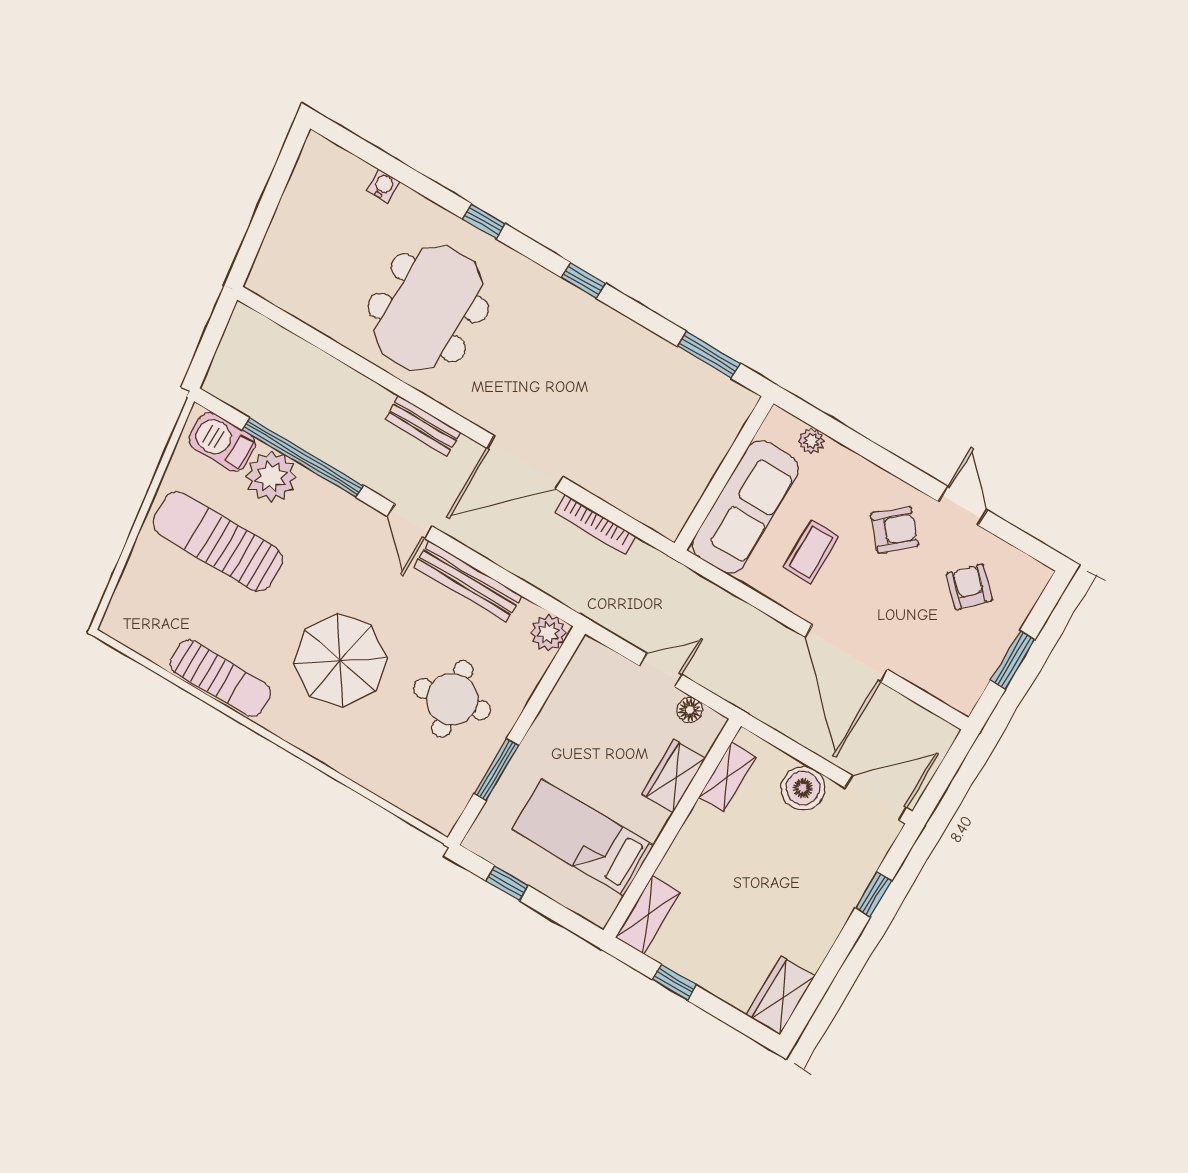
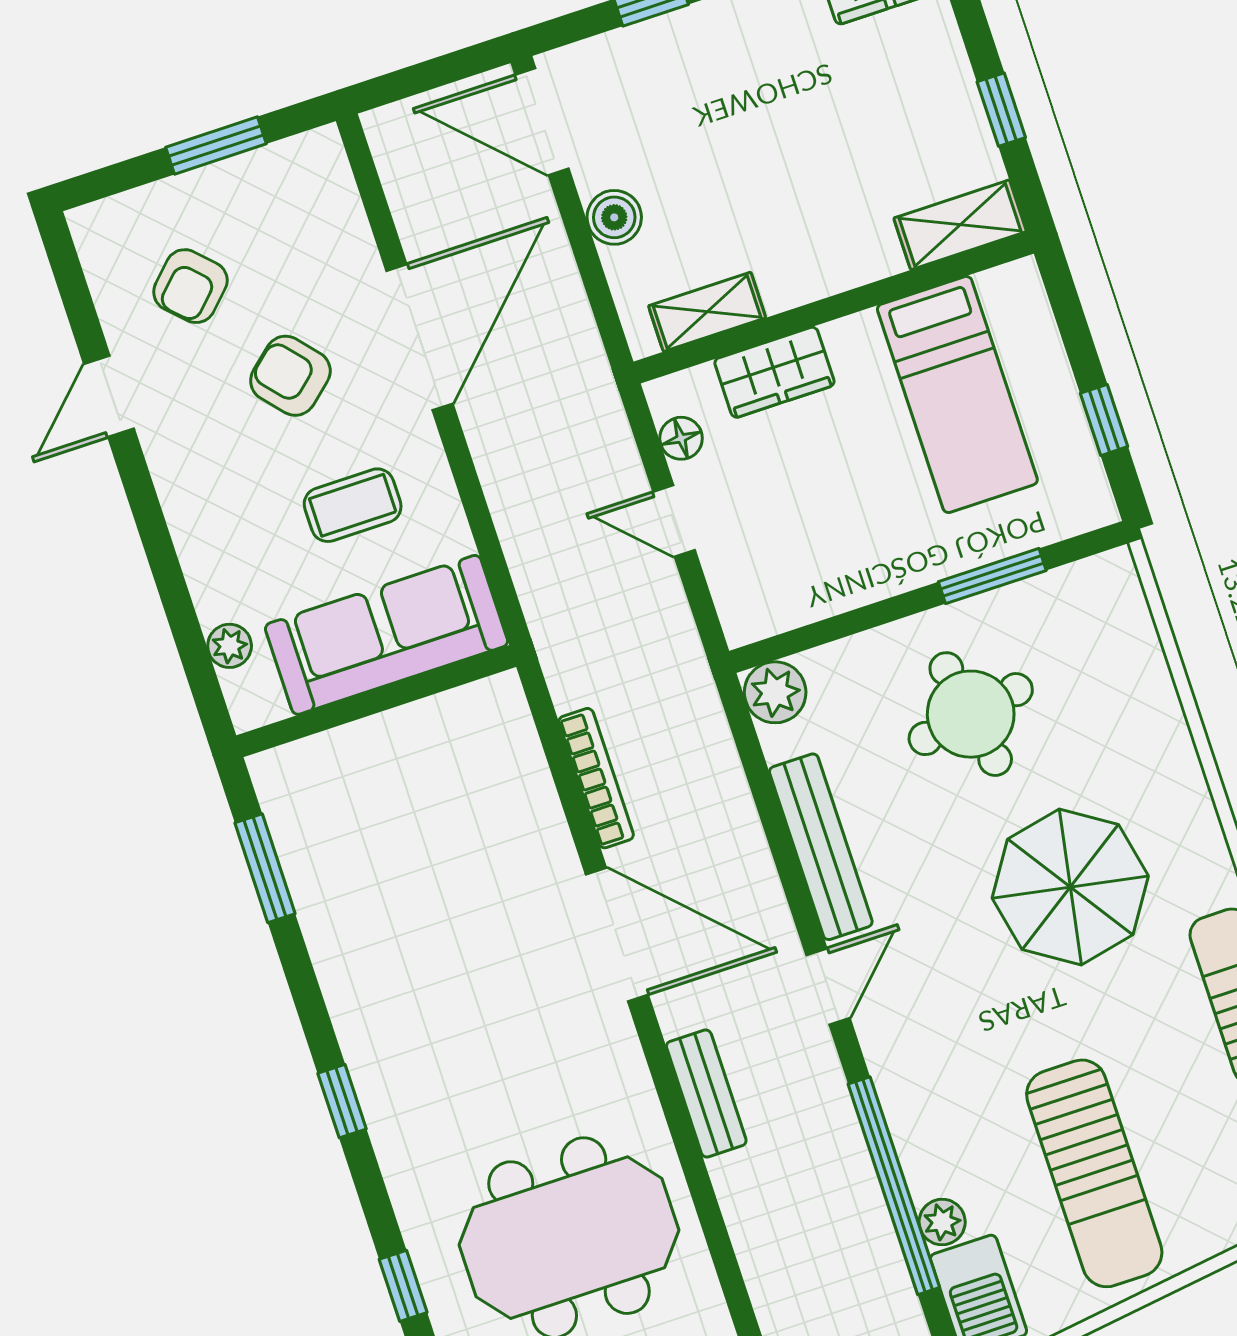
plant: (271, 477) -> (942, 1222), width x0.53, depth x0.53
armchair: (894, 530) -> (290, 376), moved
boiler: (803, 788) -> (614, 217), width x0.73, depth x0.73

